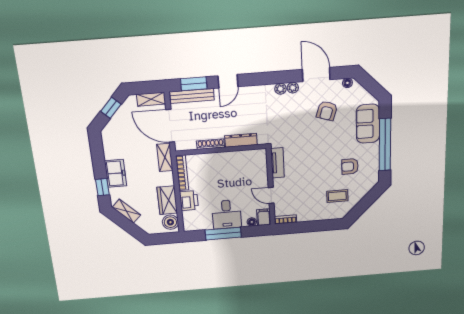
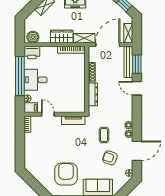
armchair: (350, 166) -> (66, 174), width x1.88, depth x1.88
door: (271, 195) -> (48, 114), hinge flipped
coffee table: (337, 196) -> (104, 135), moved
wardrobe: (167, 200) -> (62, 37), moved
printer: (189, 201) -> (32, 53), moved
window: (223, 234) -> (20, 76), width x1.46

